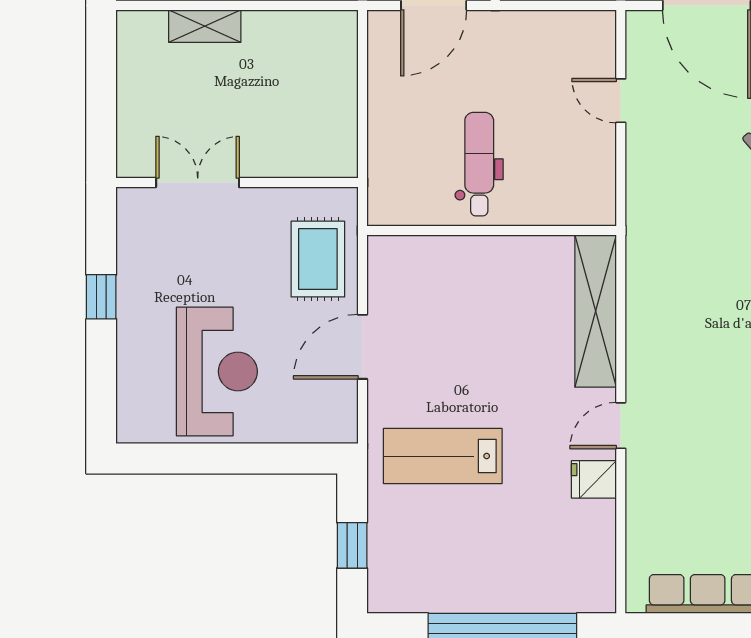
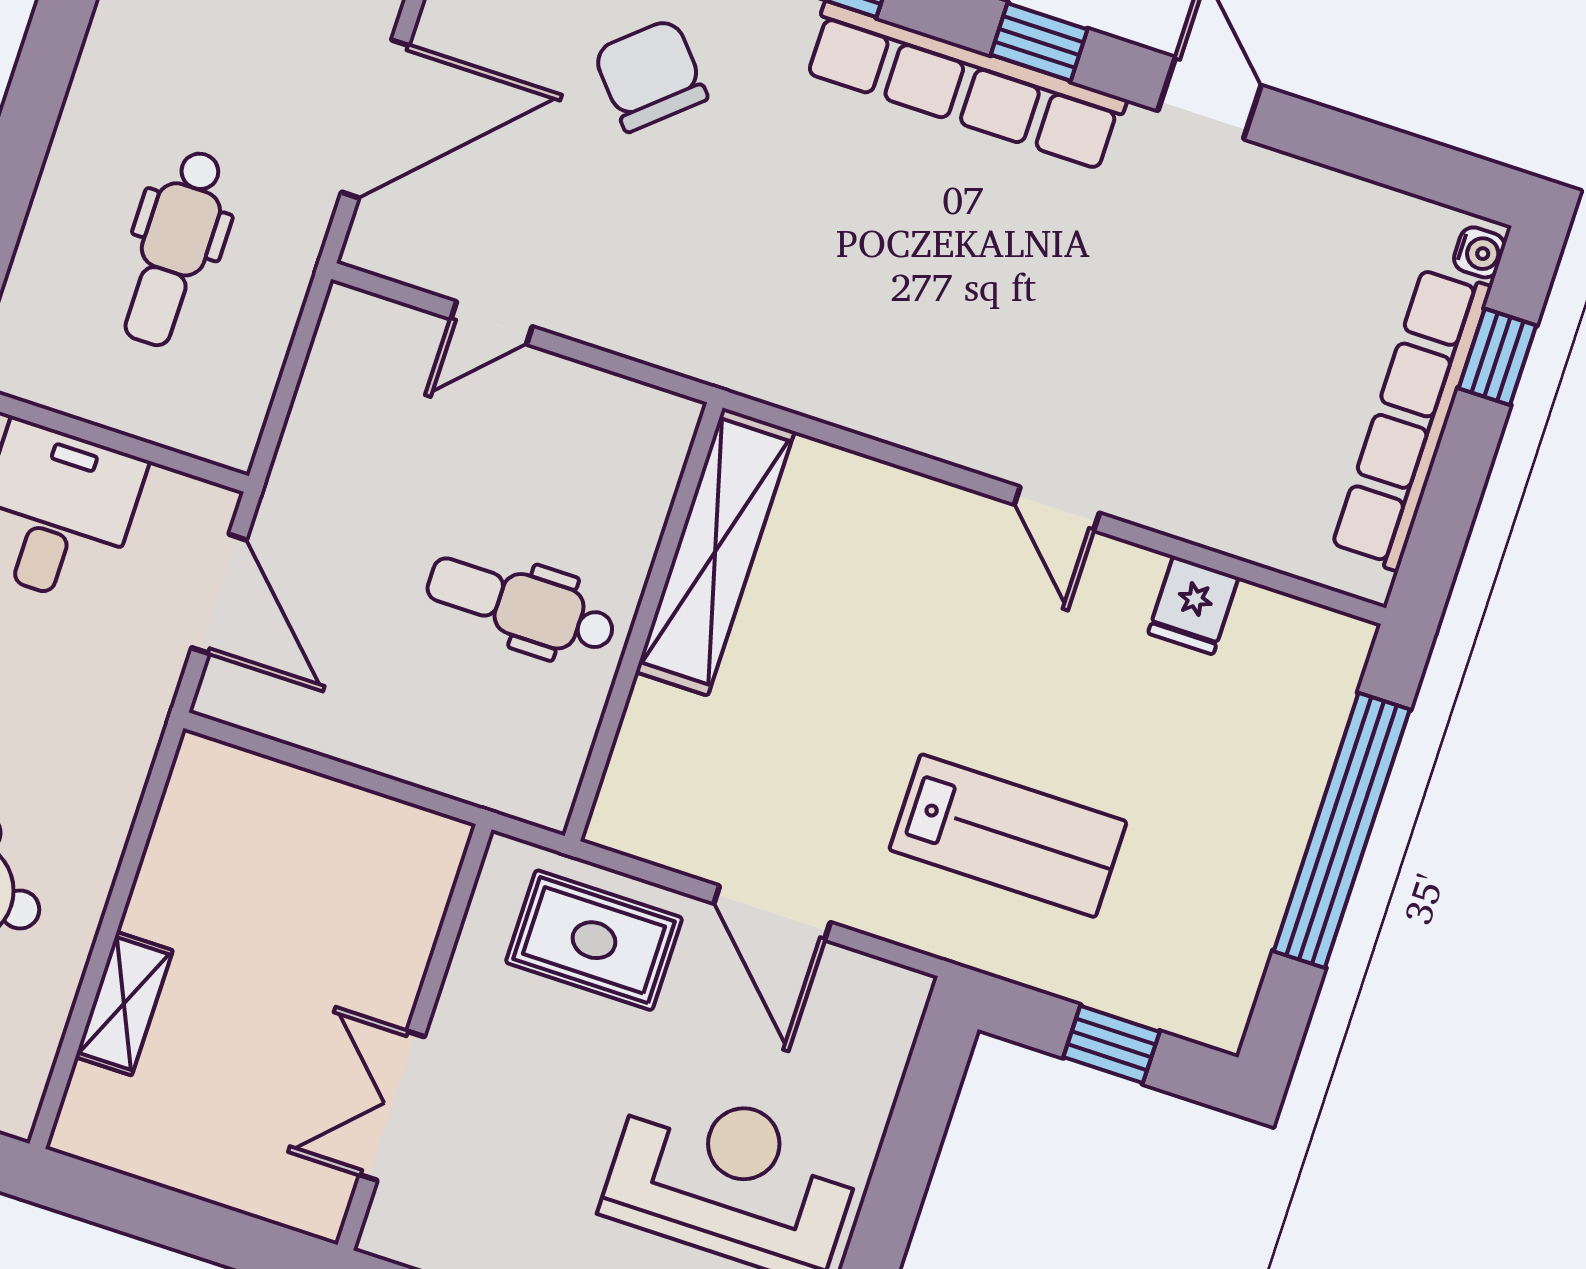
shelving: (596, 311) -> (715, 552), moved, turned 90
lab bench: (443, 456) -> (1008, 836), turned -90
fridge: (594, 479) -> (1193, 605), moved

